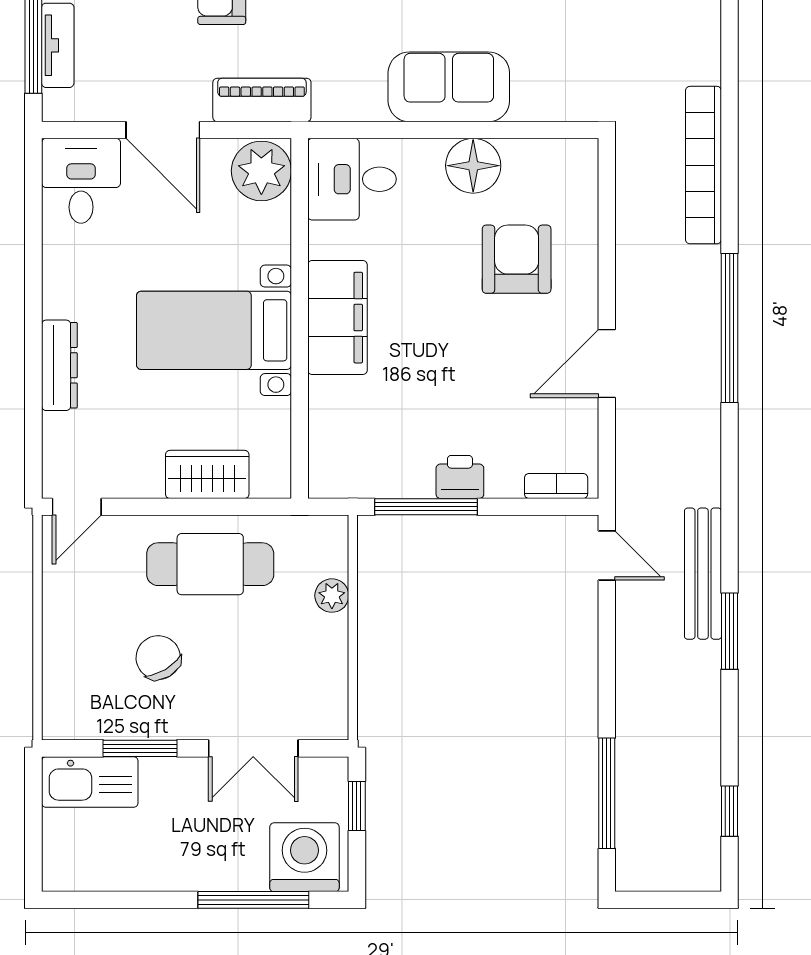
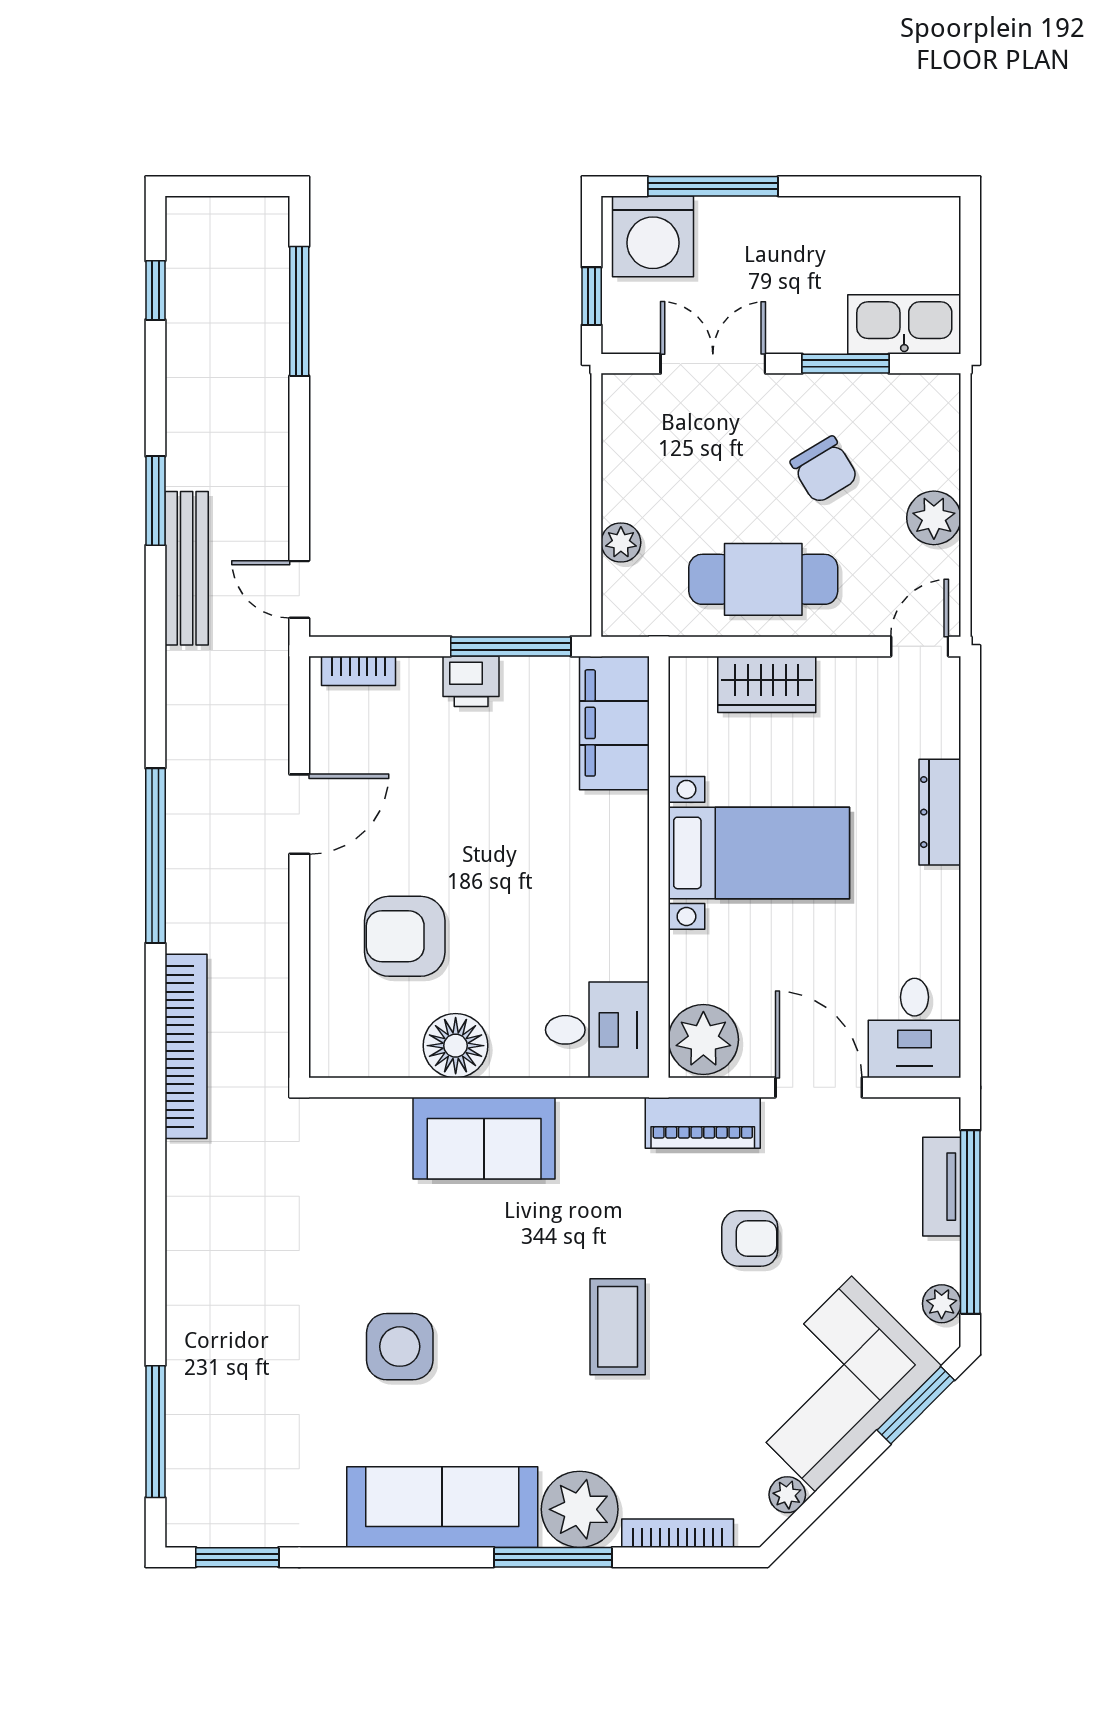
armchair: (517, 259) -> (405, 936), turned 90
filing cabinet: (337, 318) -> (614, 723), moved
plant: (65, 617) -> (934, 518), added

